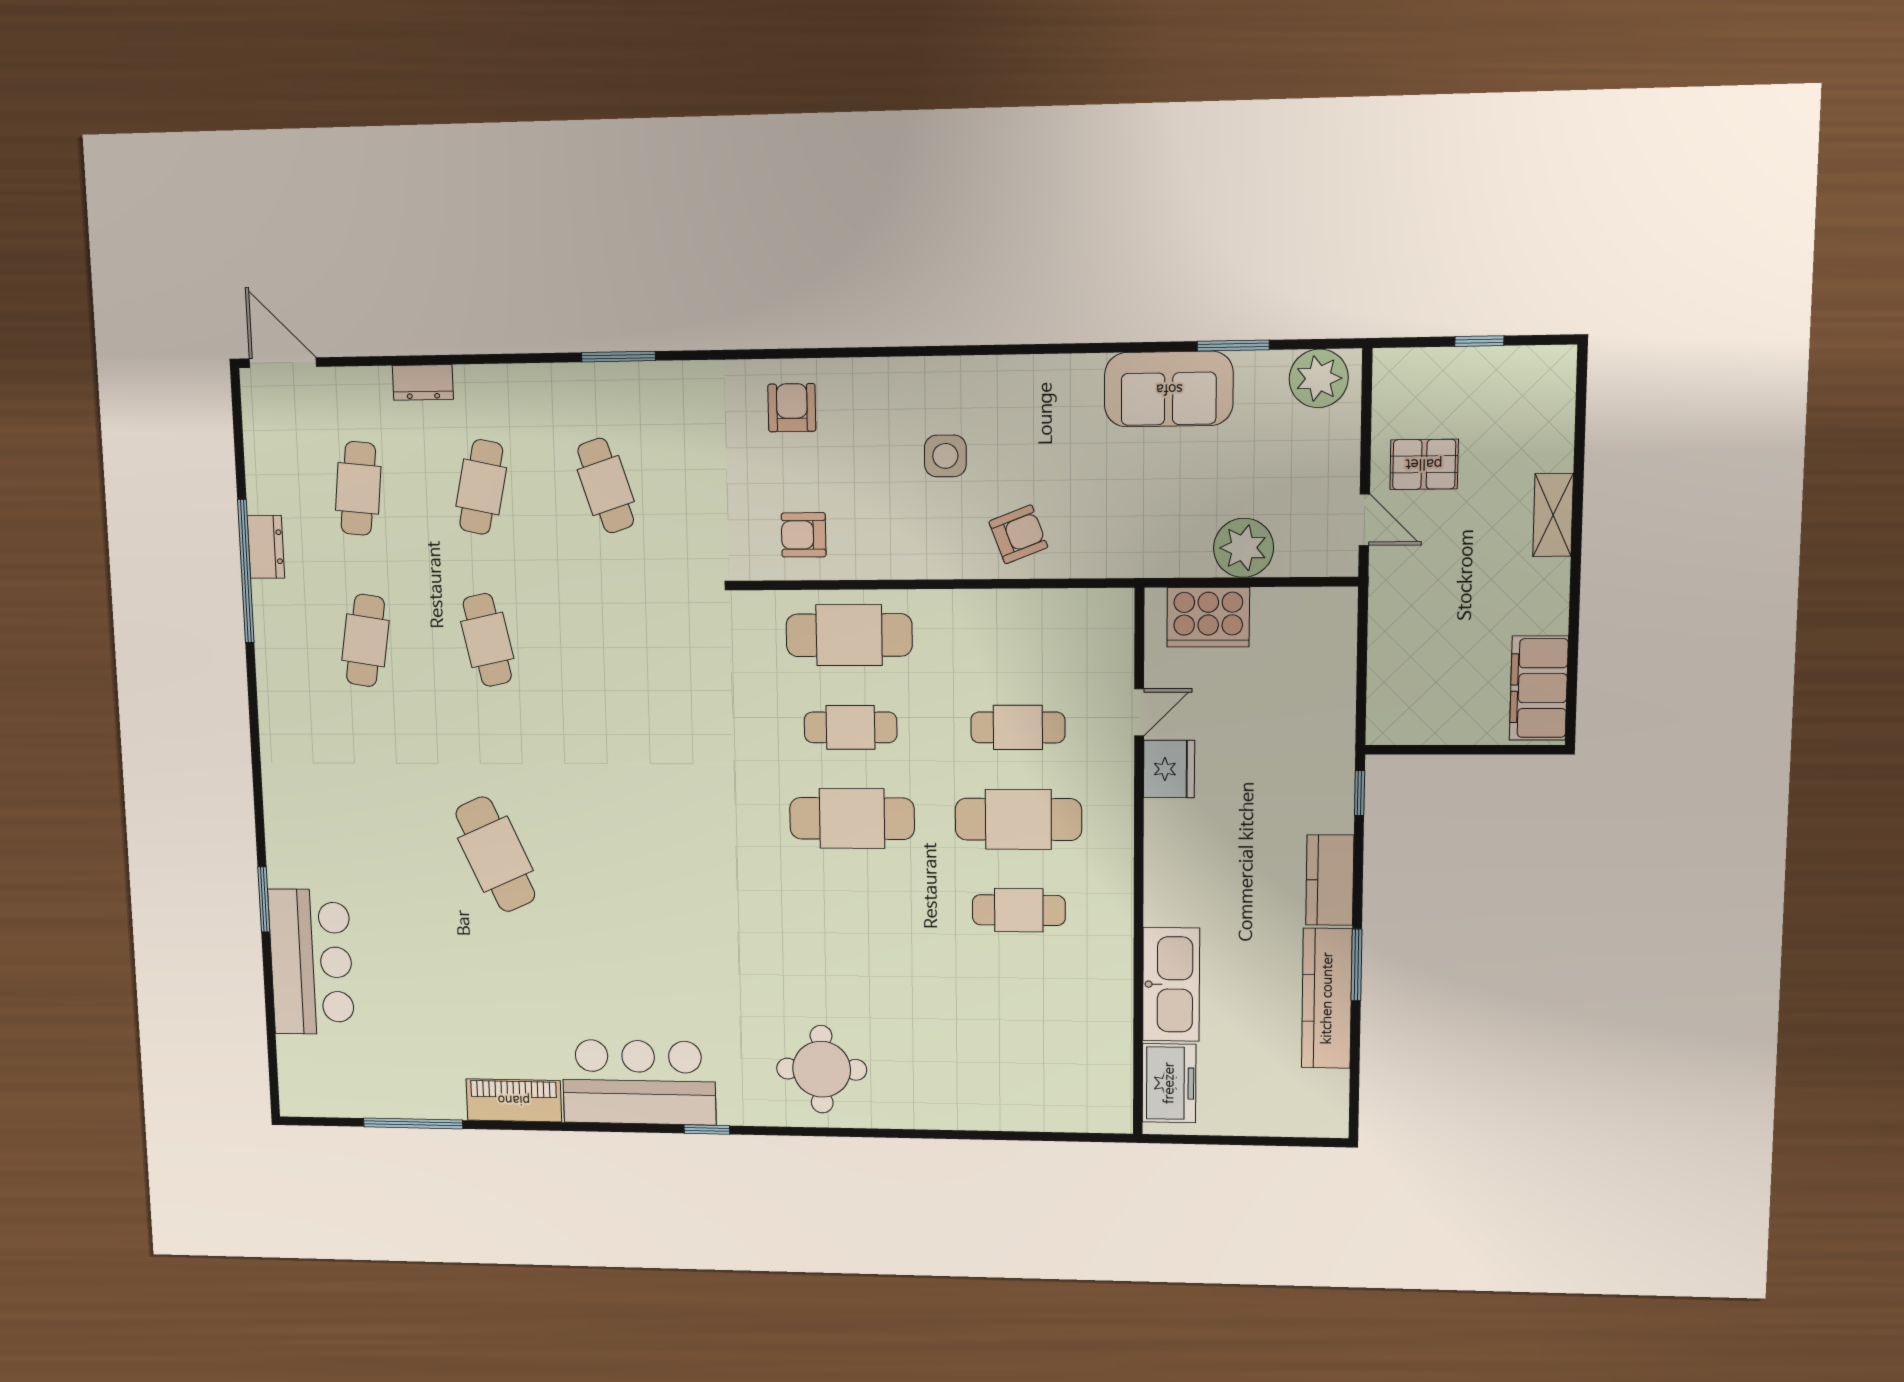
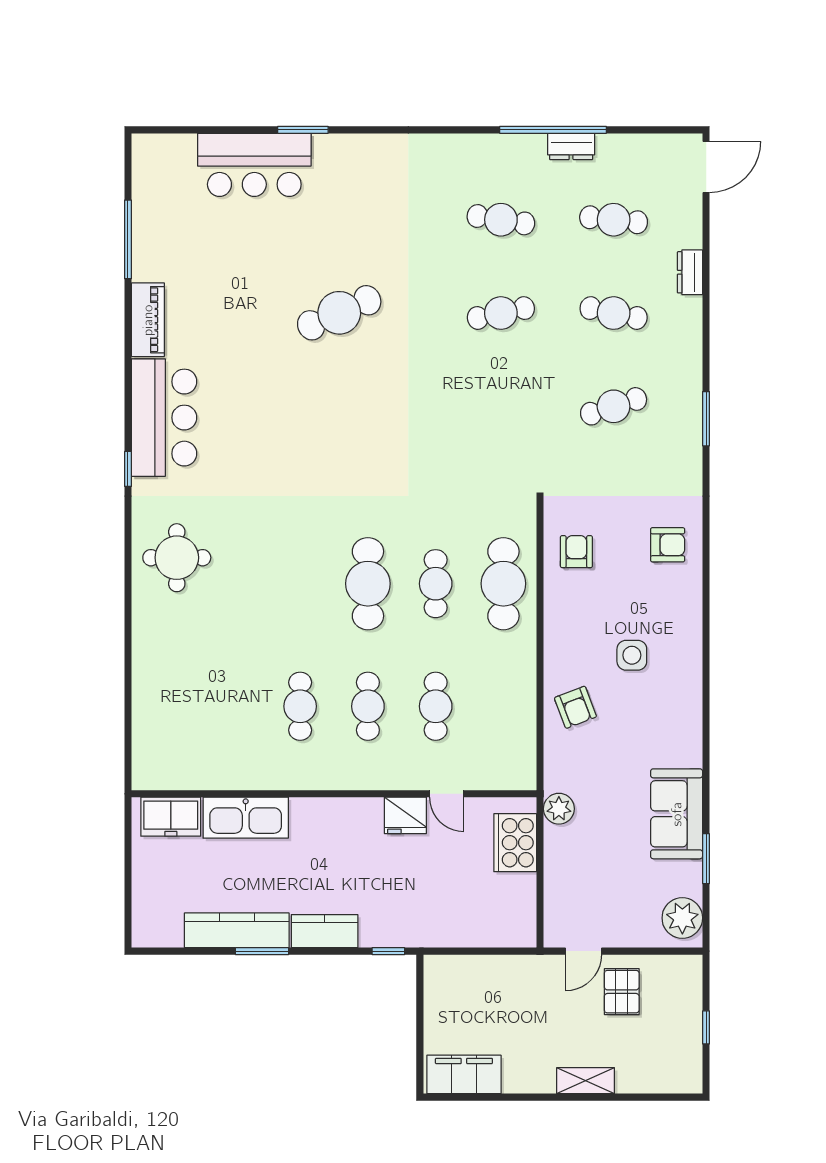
plant: (1244, 548) -> (559, 809), moved, width x0.73, depth x0.73
cafe table: (1018, 819) -> (368, 706), width x0.73, depth x0.74

